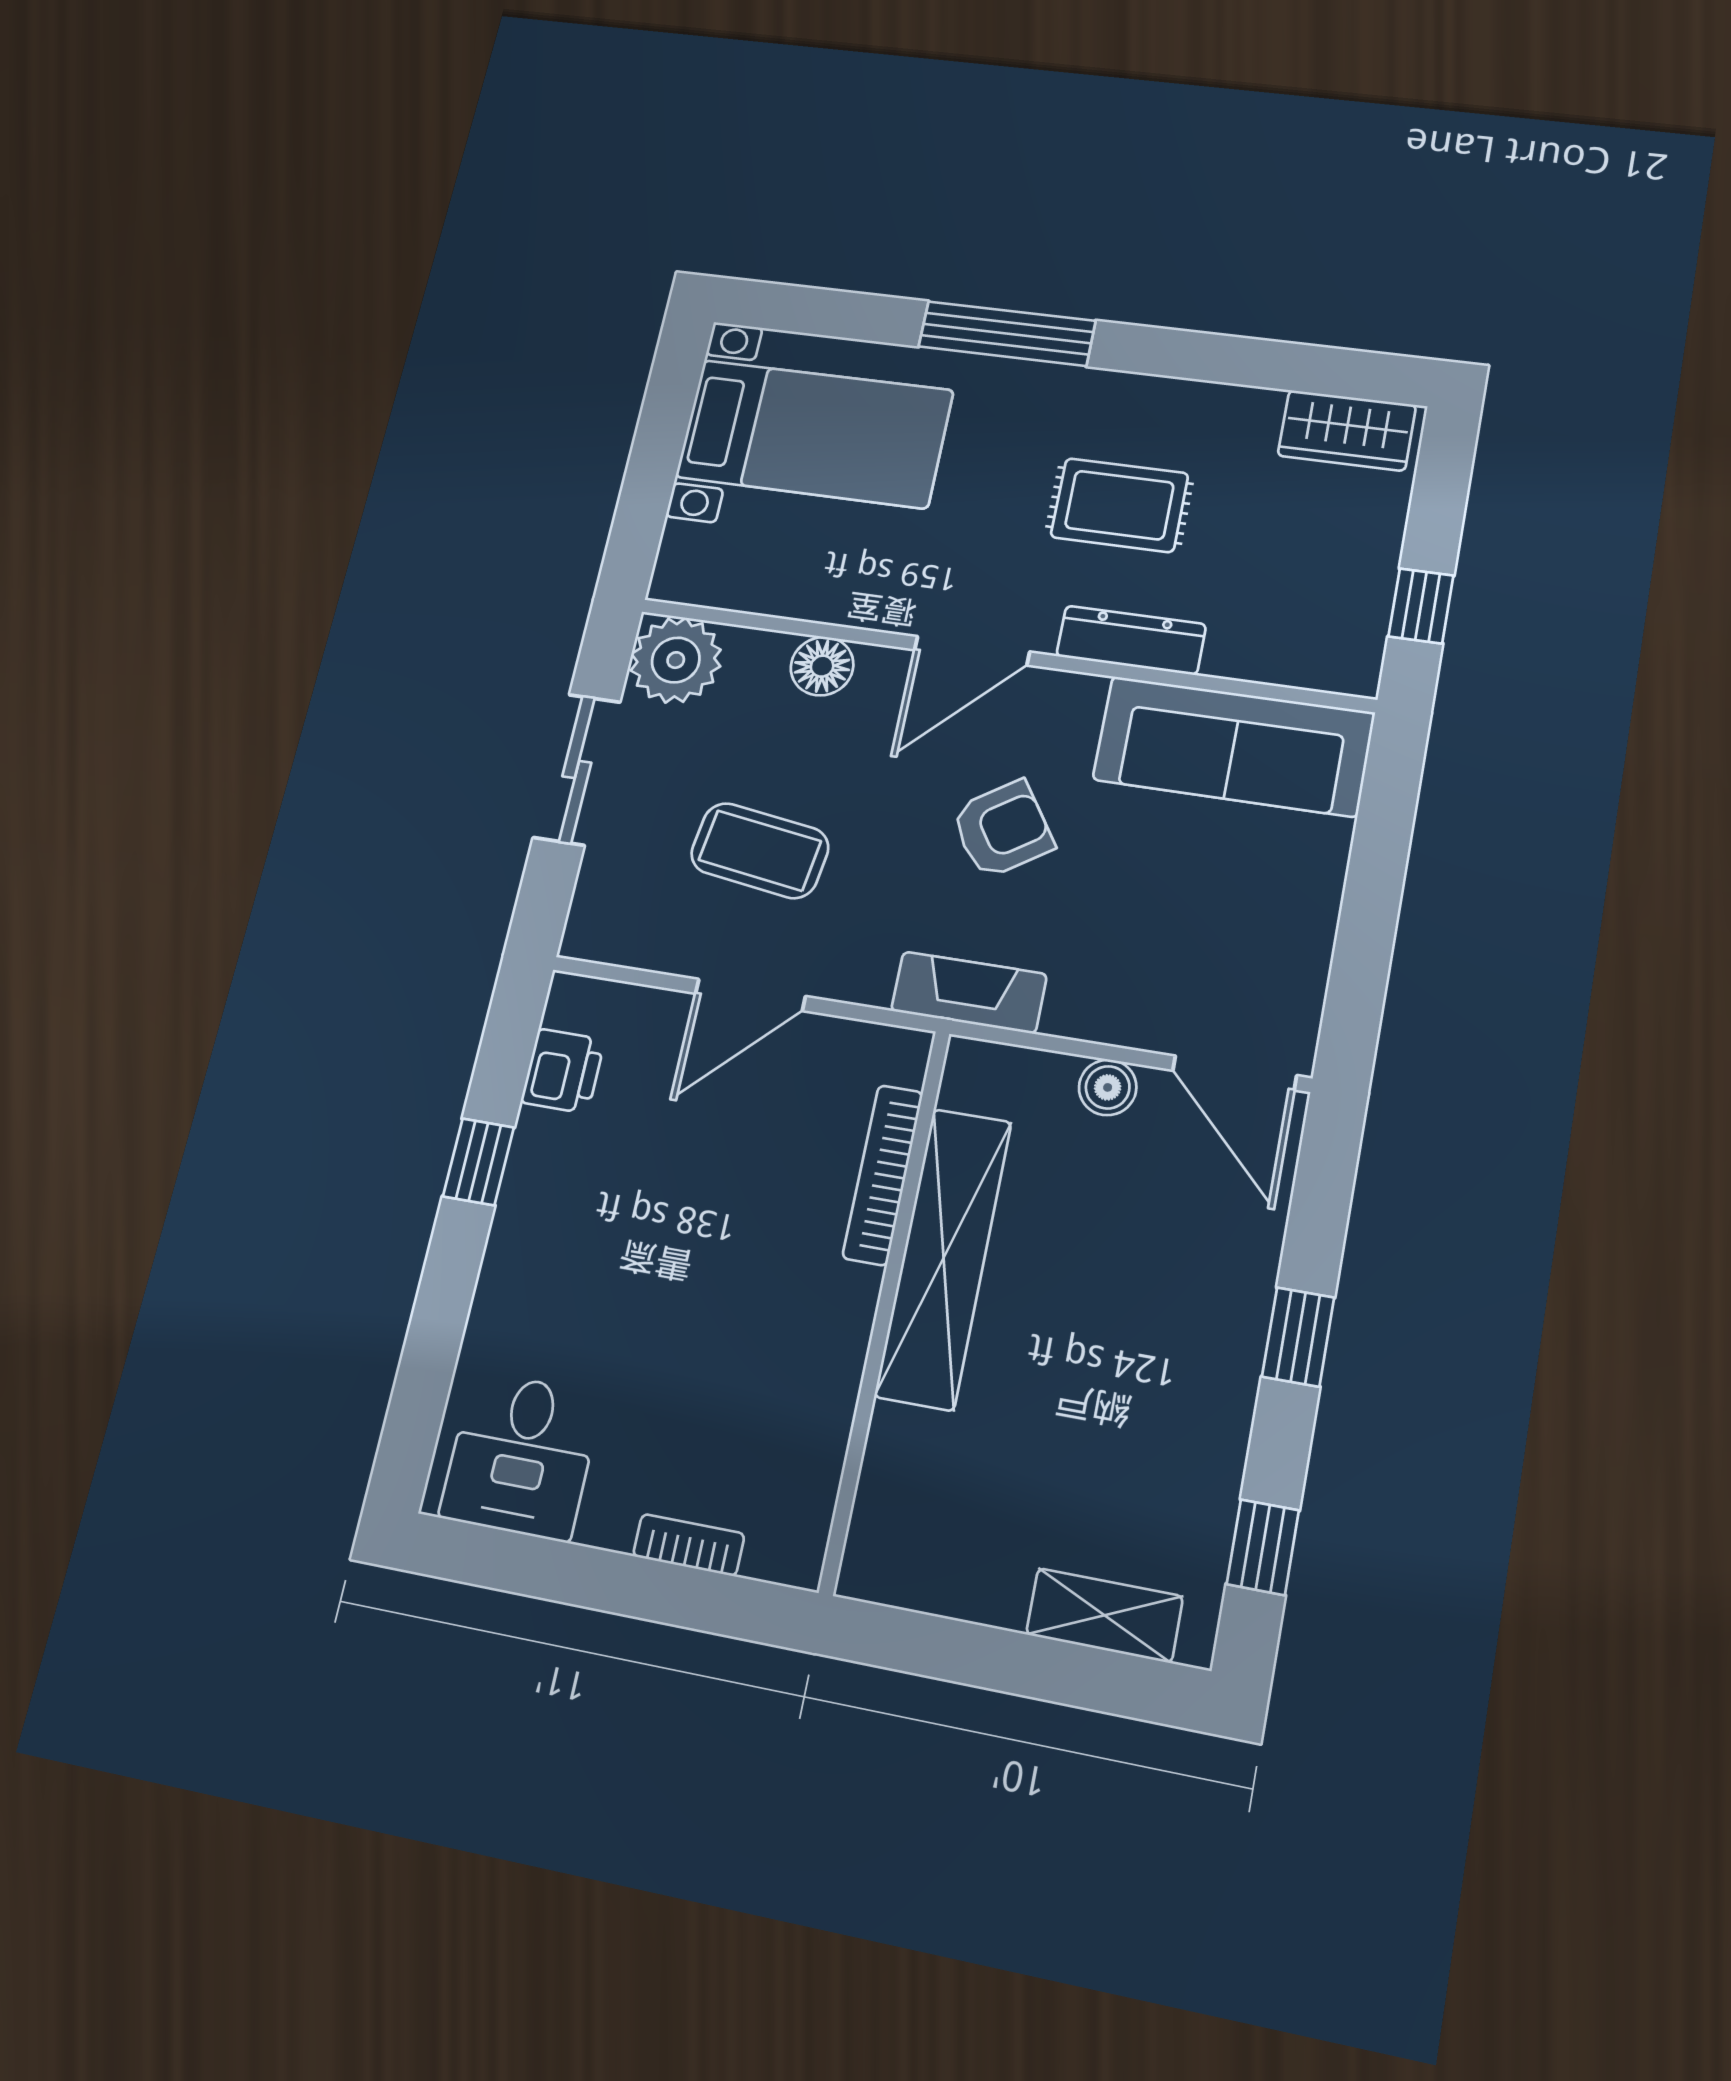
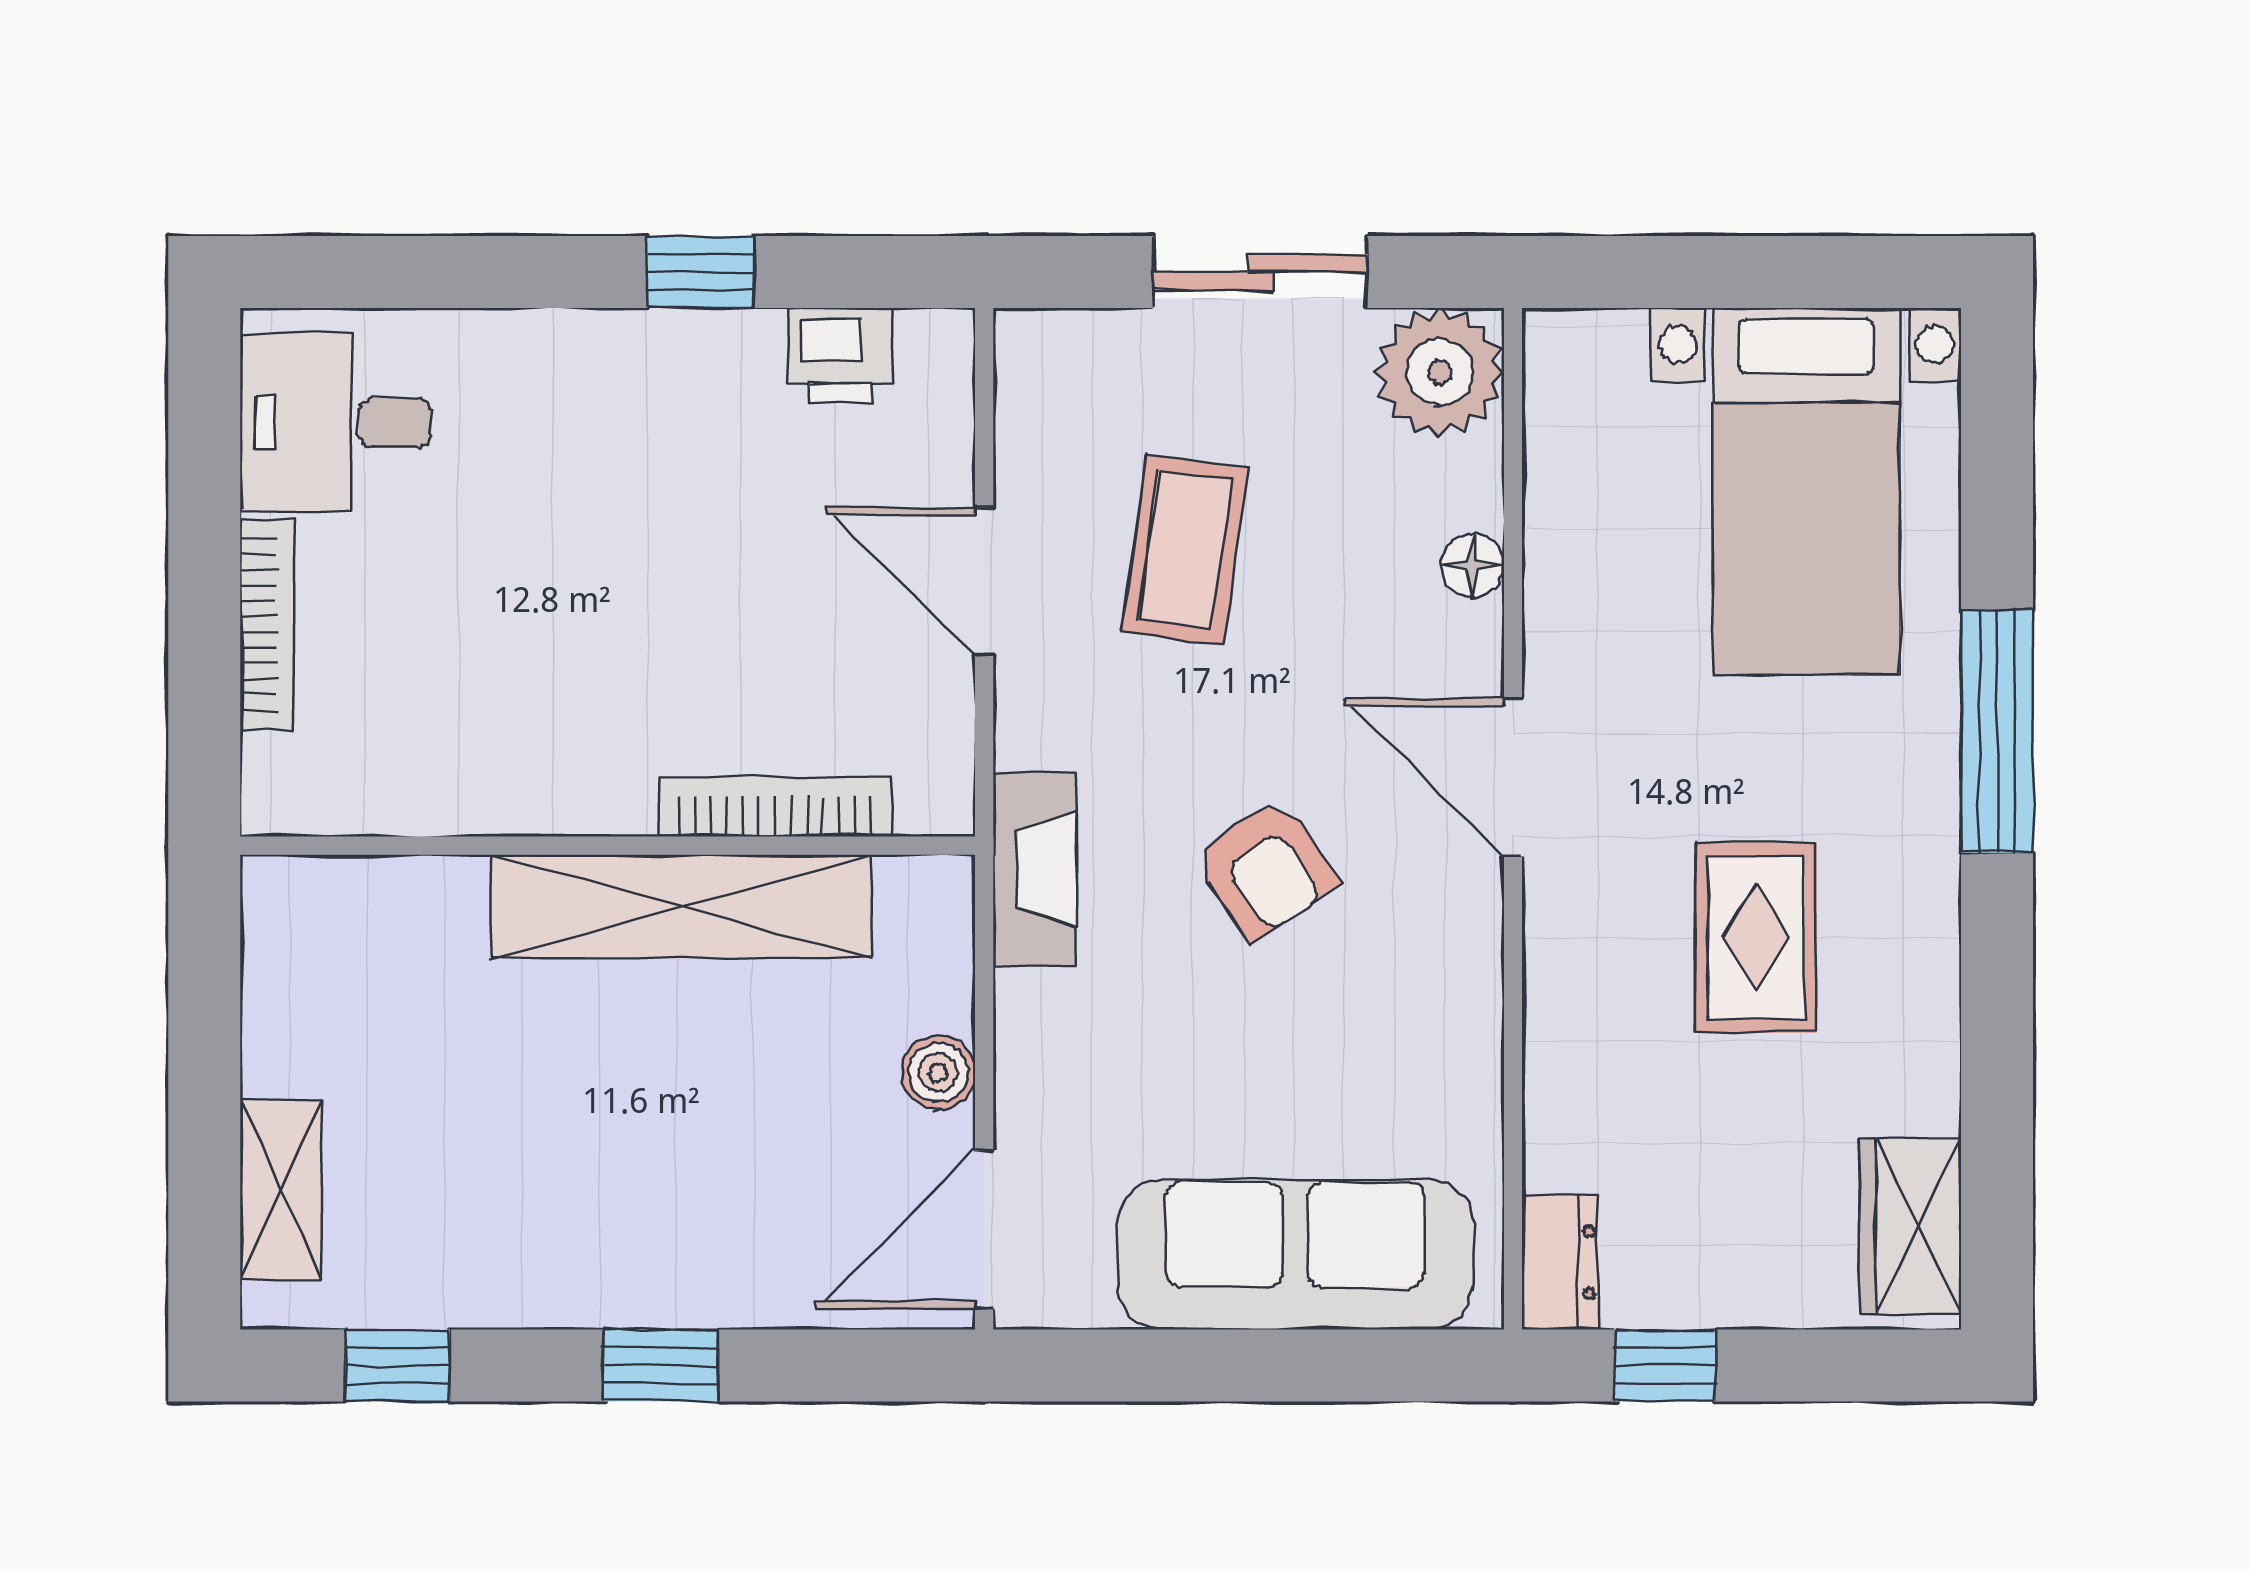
dresser: (1131, 640) -> (1560, 1262), moved, width x0.70
floor lamp: (822, 666) -> (1472, 565), width x0.73, depth x0.73
sofa: (1233, 746) -> (1295, 1254), moved, turned 90
bookcase: (689, 1545) -> (267, 624), width x1.56

